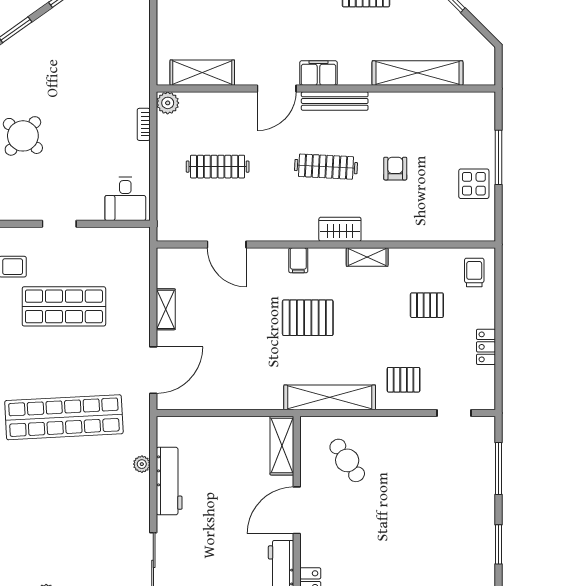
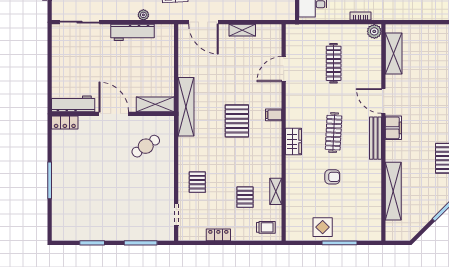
shelving: (367, 257) -> (276, 191), moved
shelving: (330, 397) -> (186, 107), moved

